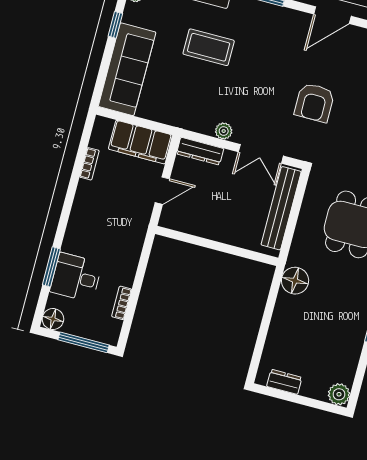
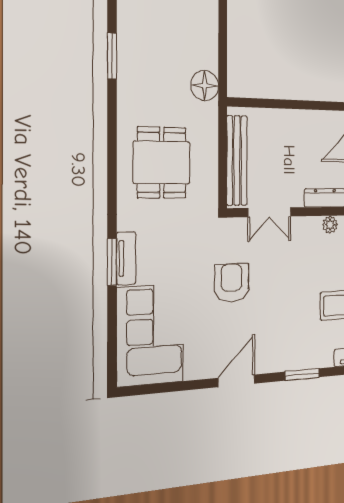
plant: (224, 131) -> (330, 225), moved
double door: (261, 154) -> (270, 212), swing flipped

